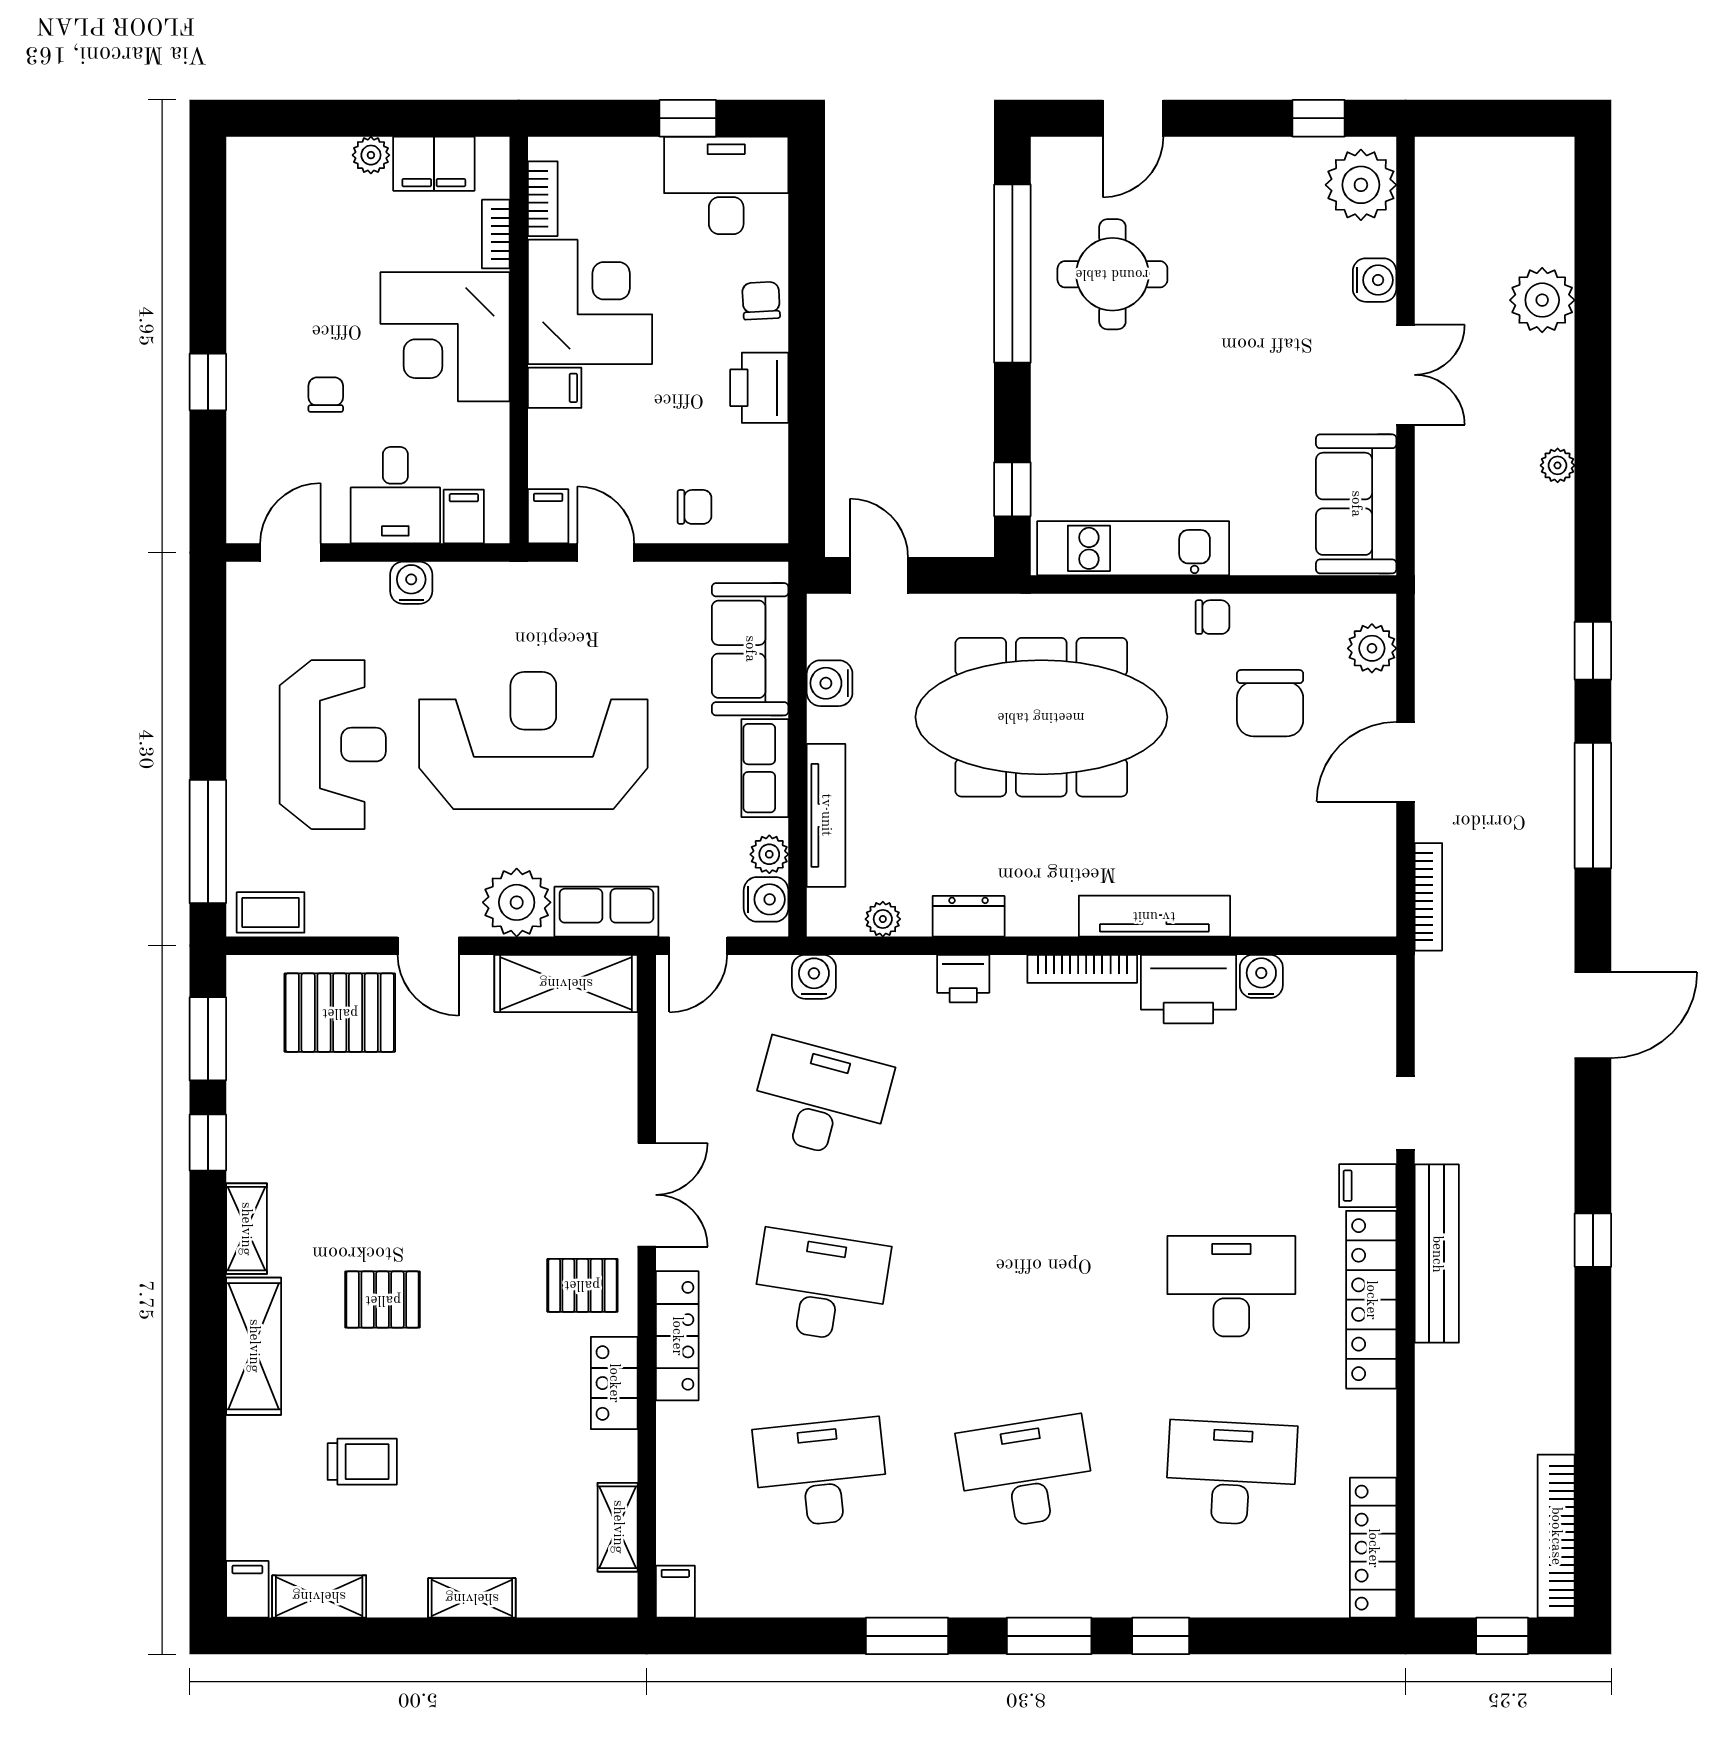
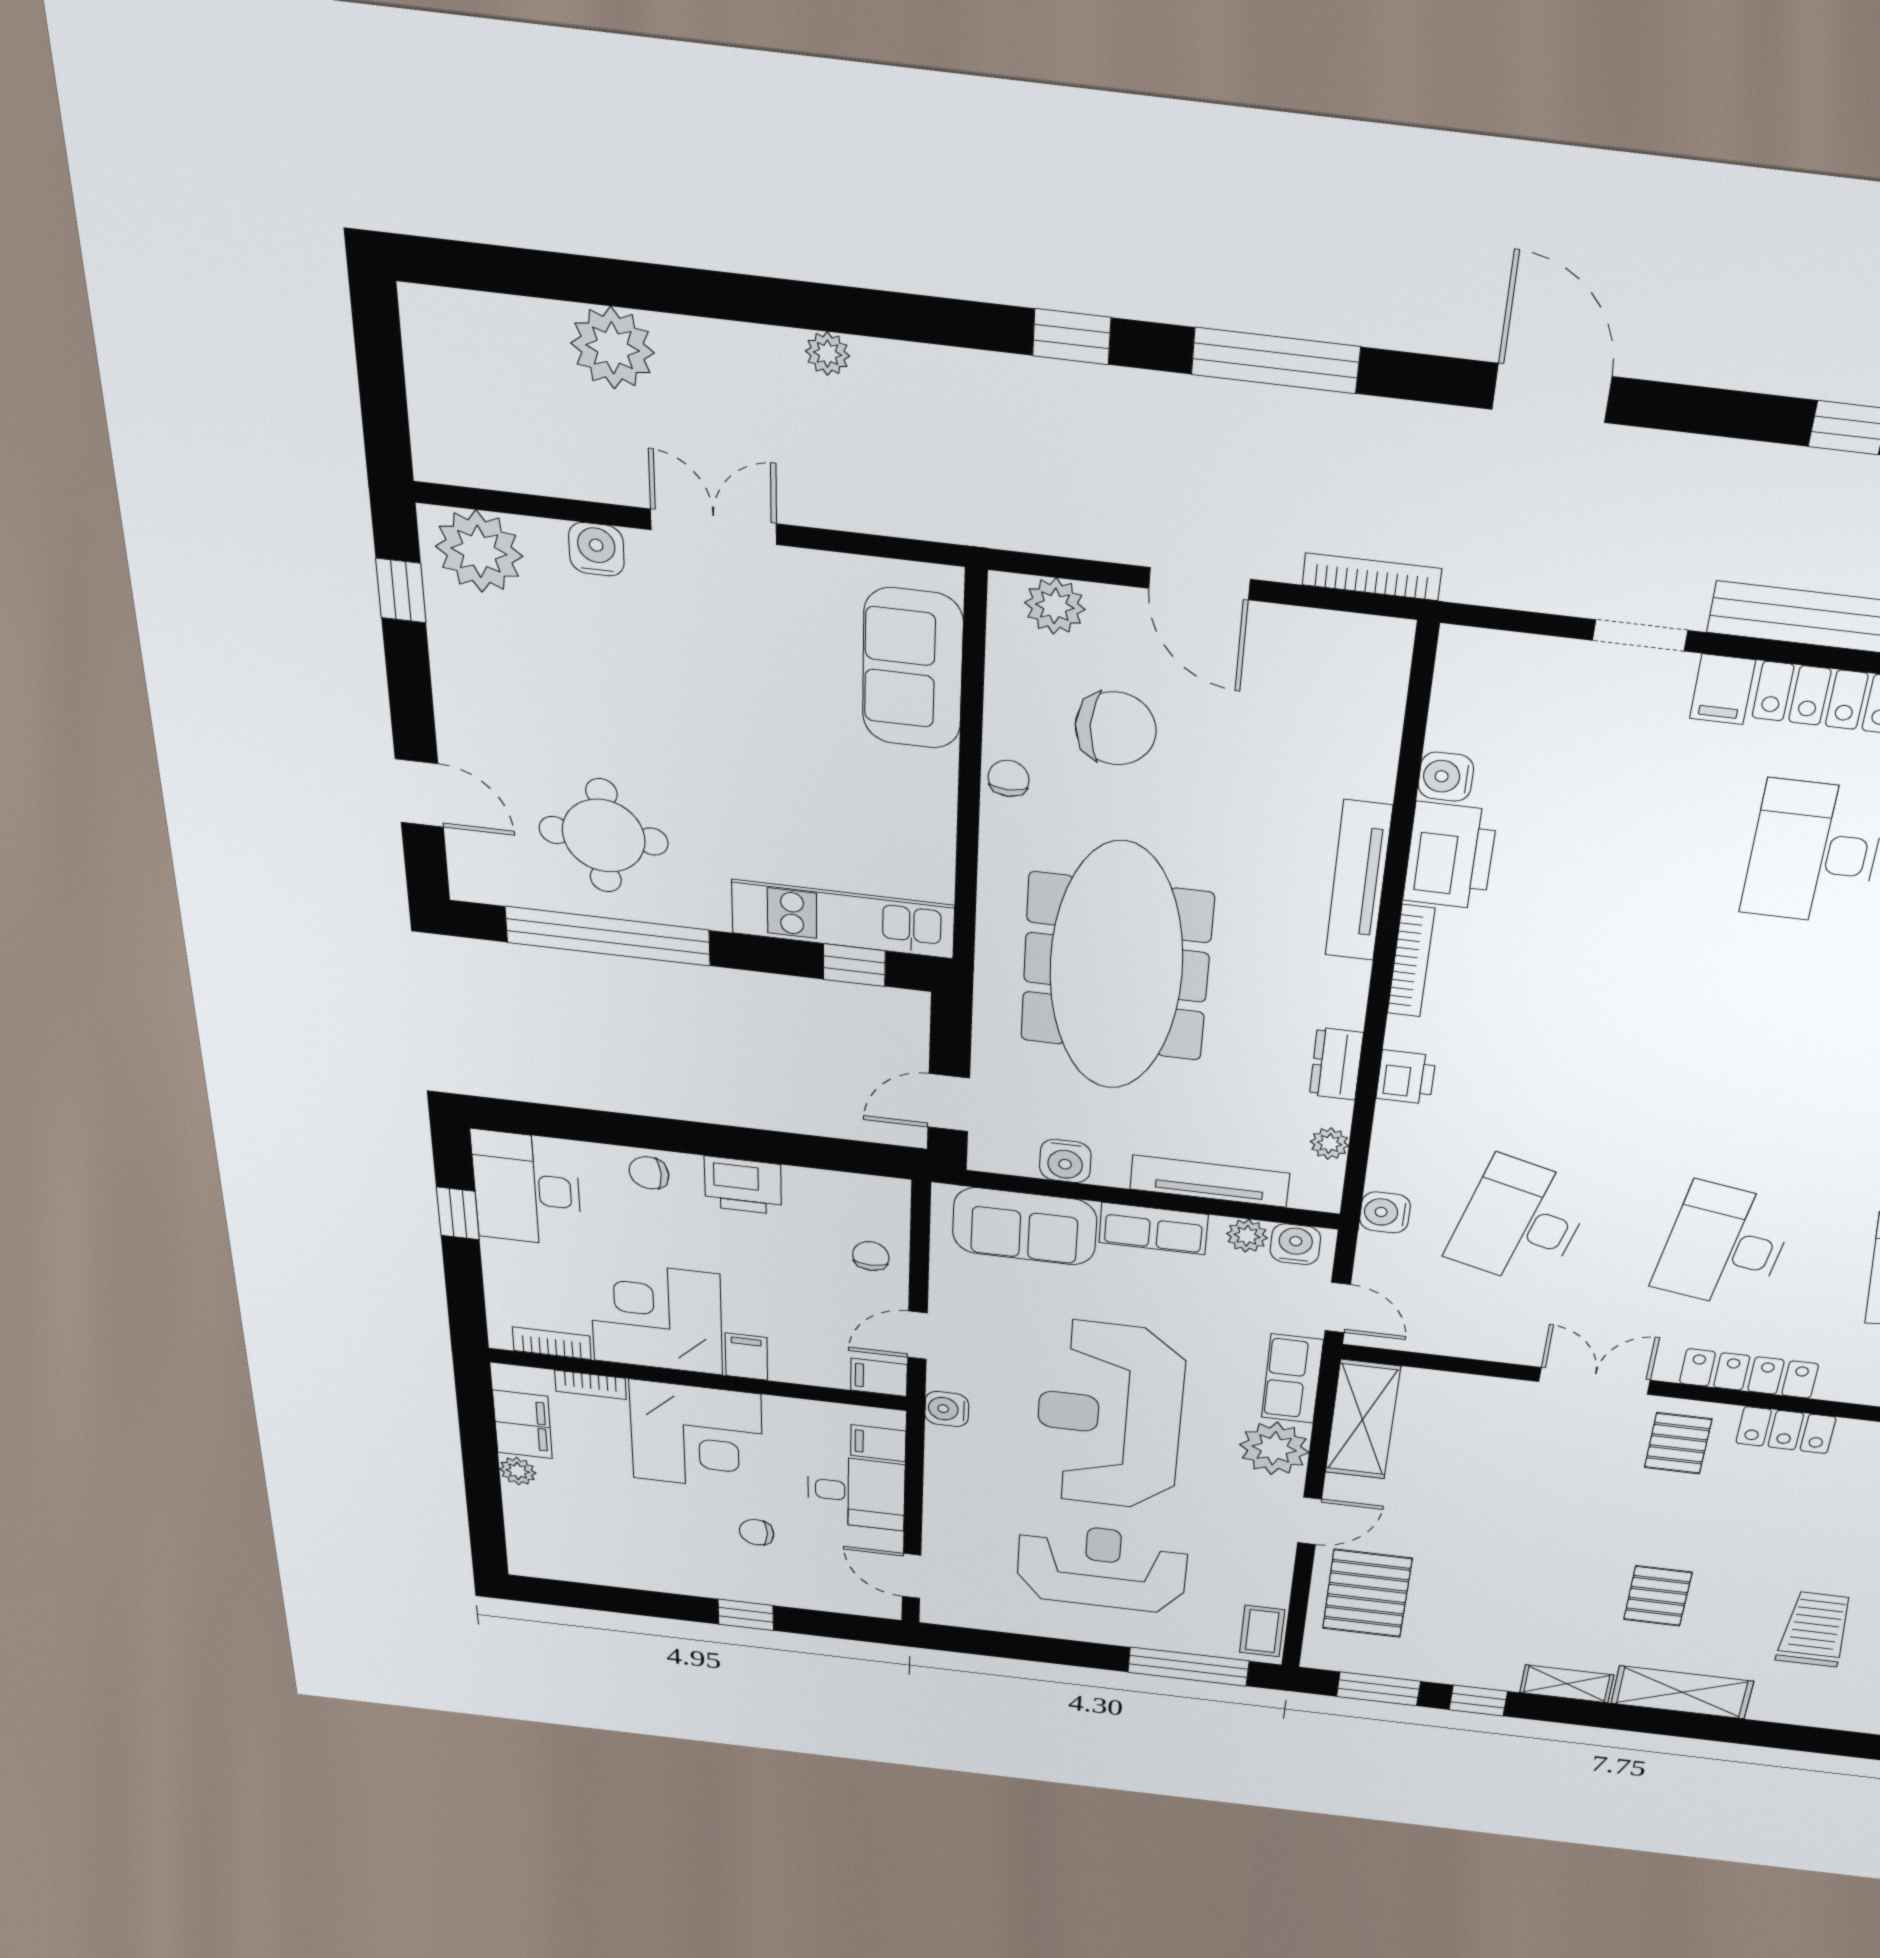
sofa: (1356, 504) -> (913, 669), moved, turned 90
kitchen unit: (1133, 548) -> (843, 919), moved, turned 90
water cooler: (411, 583) -> (947, 1409), moved
trolley: (362, 1462) -> (1815, 1629), width x1.36, depth x1.39

